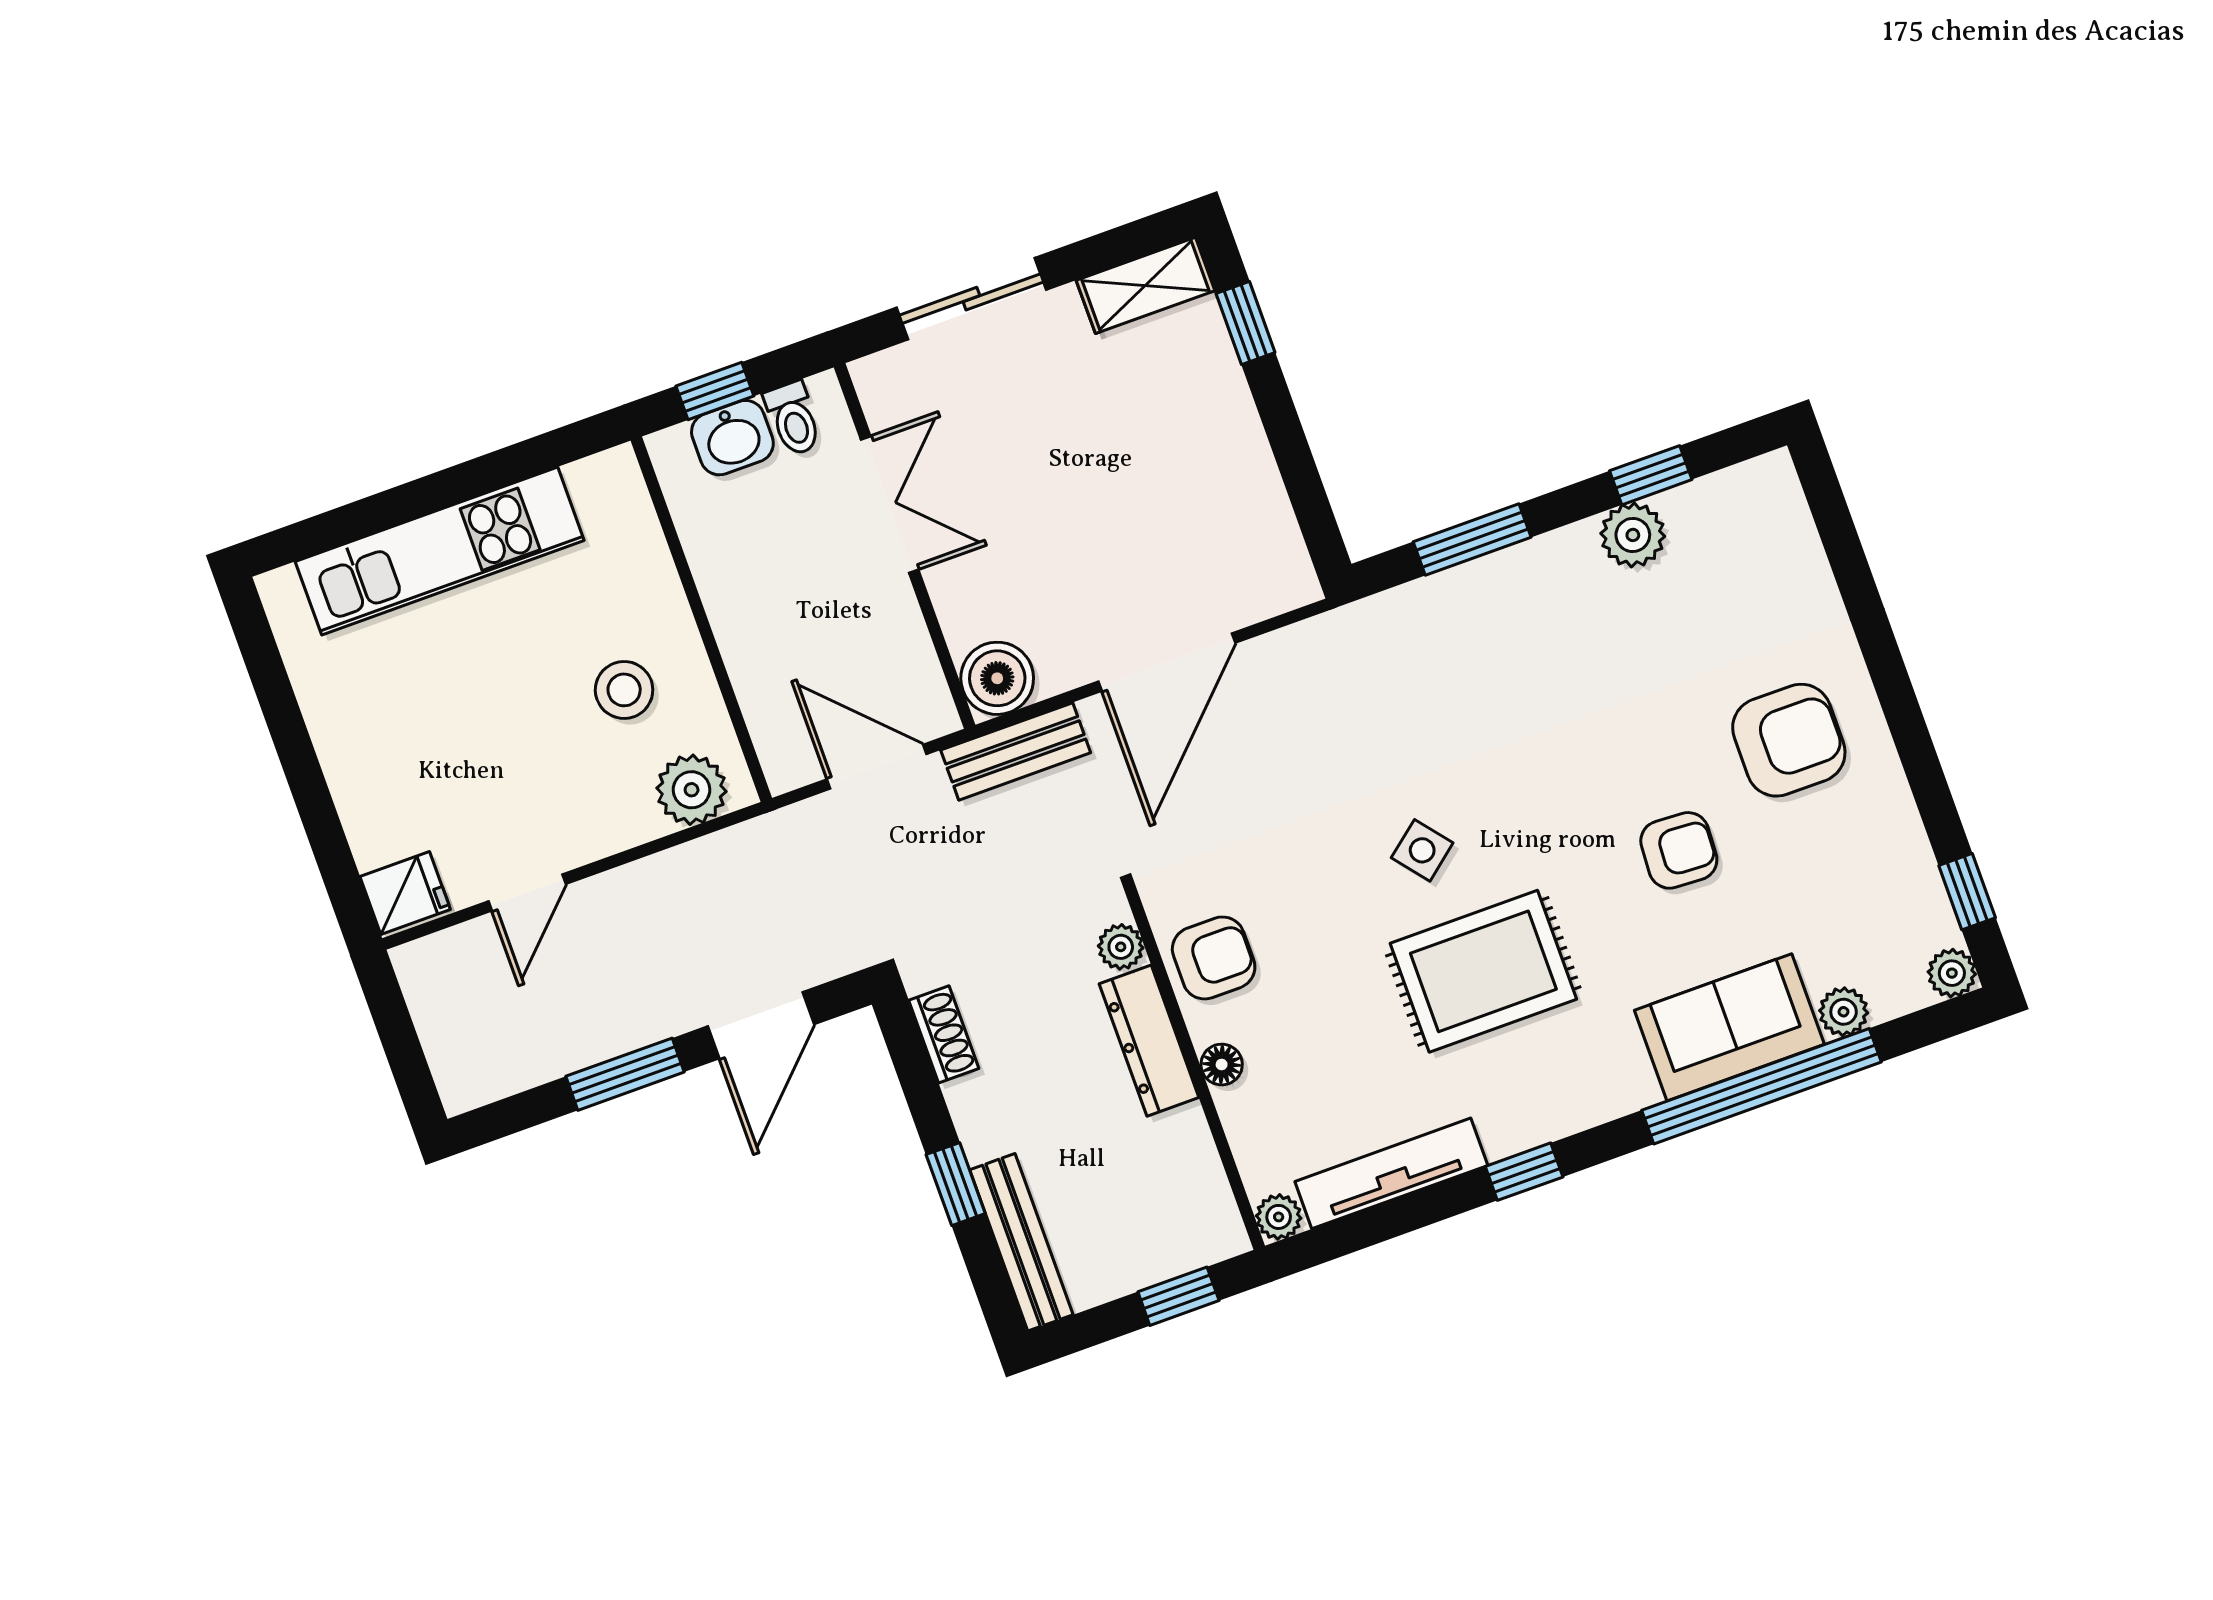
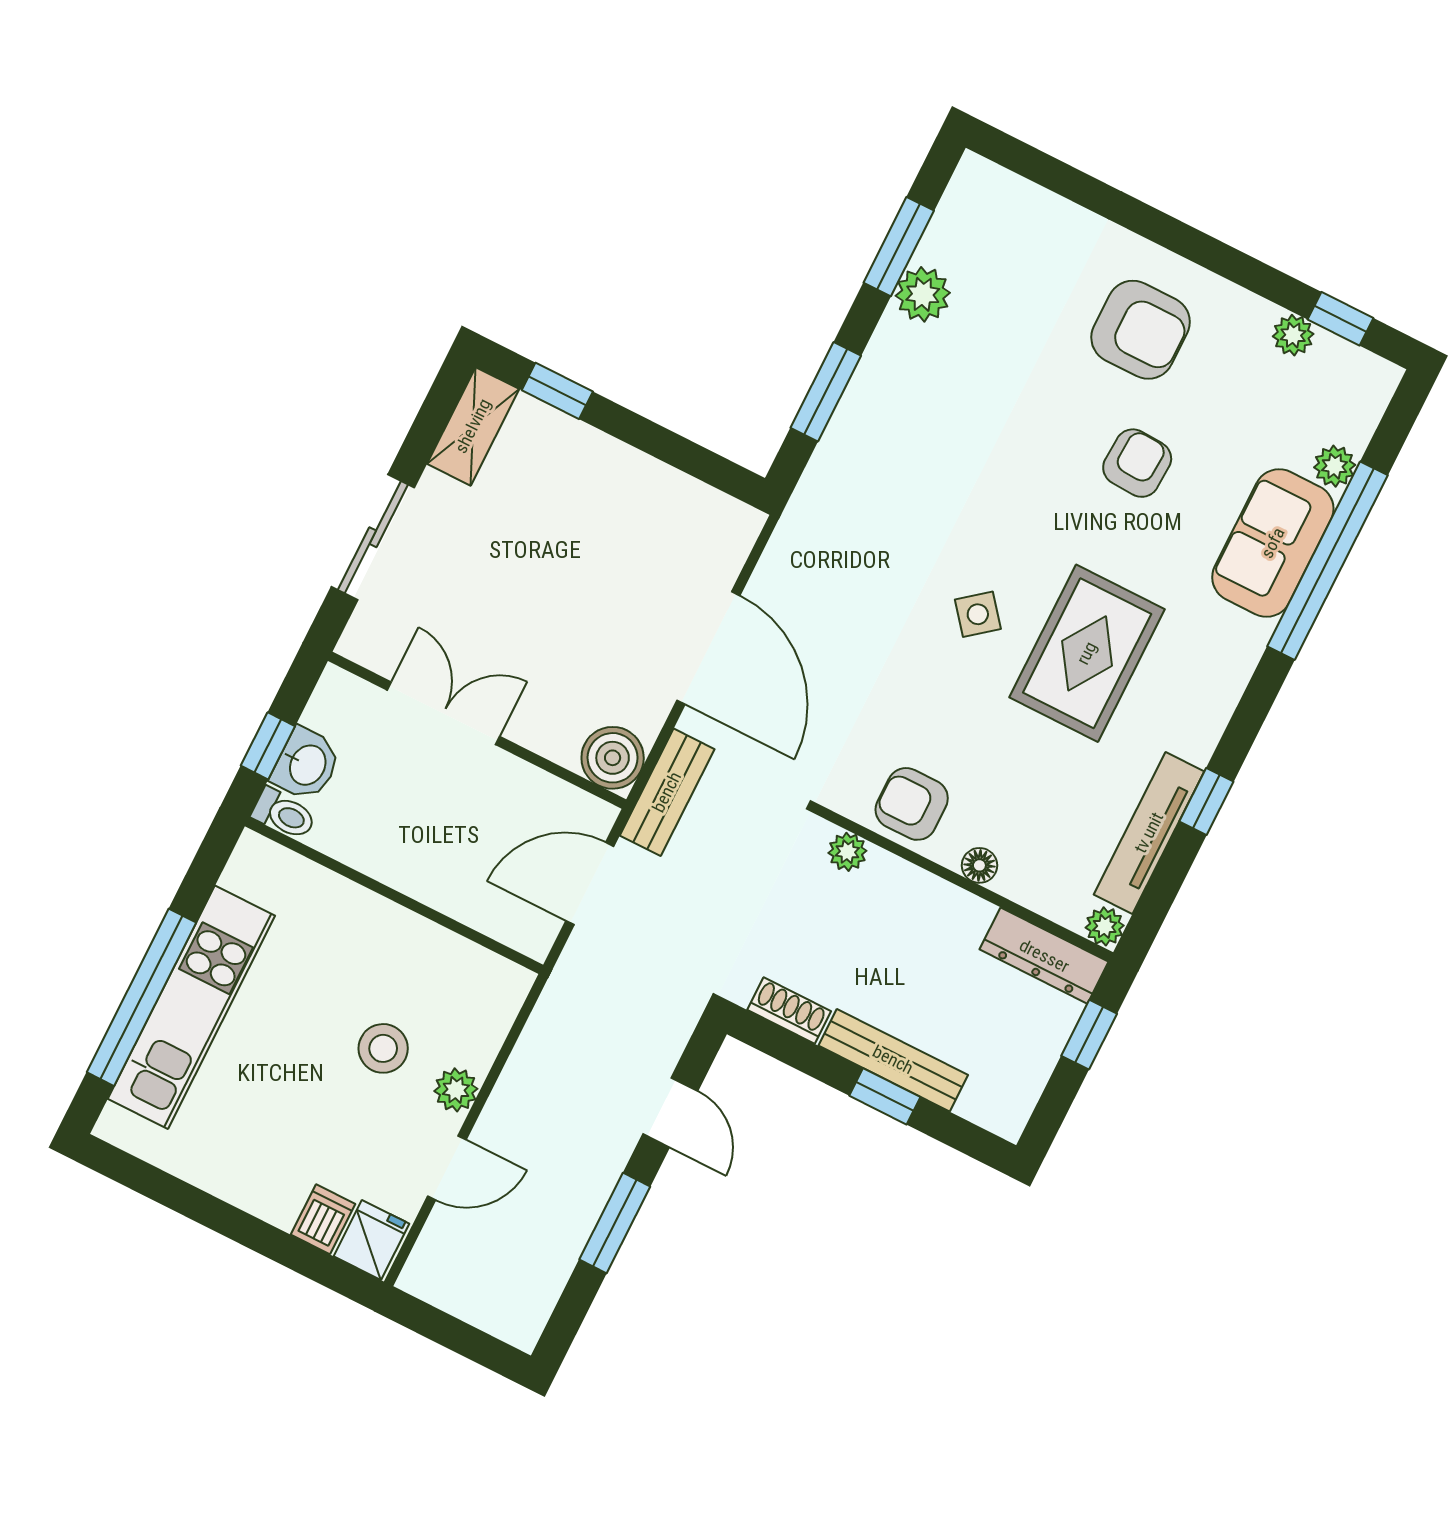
toilet: (793, 419) -> (284, 814), moved
window: (1651, 475) -> (899, 247), width x1.50
window: (405, 502) -> (141, 997), added
stool: (624, 690) -> (383, 1048), moved
armchair: (1789, 740) -> (1141, 330), turned 90
plant: (692, 790) -> (456, 1090), moved, width x0.73, depth x0.73
dishwasher: (381, 836) -> (323, 1219), added
door: (527, 893) -> (447, 1168), hinge flipped
armchair: (1214, 958) -> (912, 804), turned -90
plant: (1952, 973) -> (1293, 335), moved
door: (761, 1025) -> (670, 1112), width x0.73
dresser: (1149, 1041) -> (1044, 956), moved
window: (1524, 1172) -> (1206, 801), moved
bench: (1021, 1242) -> (893, 1060), moved

